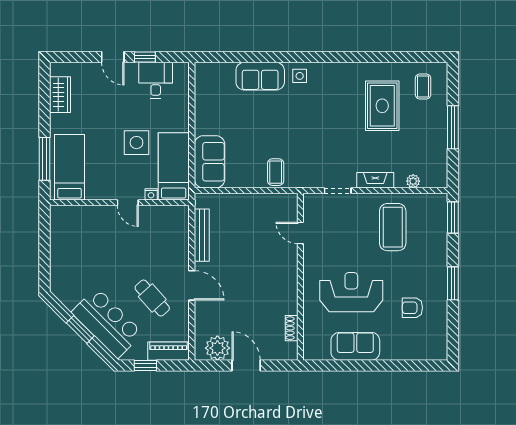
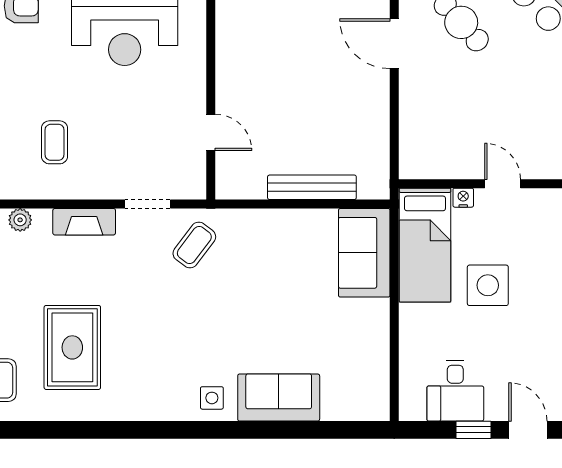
coffee table: (276, 172) -> (194, 245), moved, turned 37
coffee table: (393, 227) -> (55, 142), width x0.54, depth x0.58
bench: (202, 235) -> (312, 187), moved, turned 90

